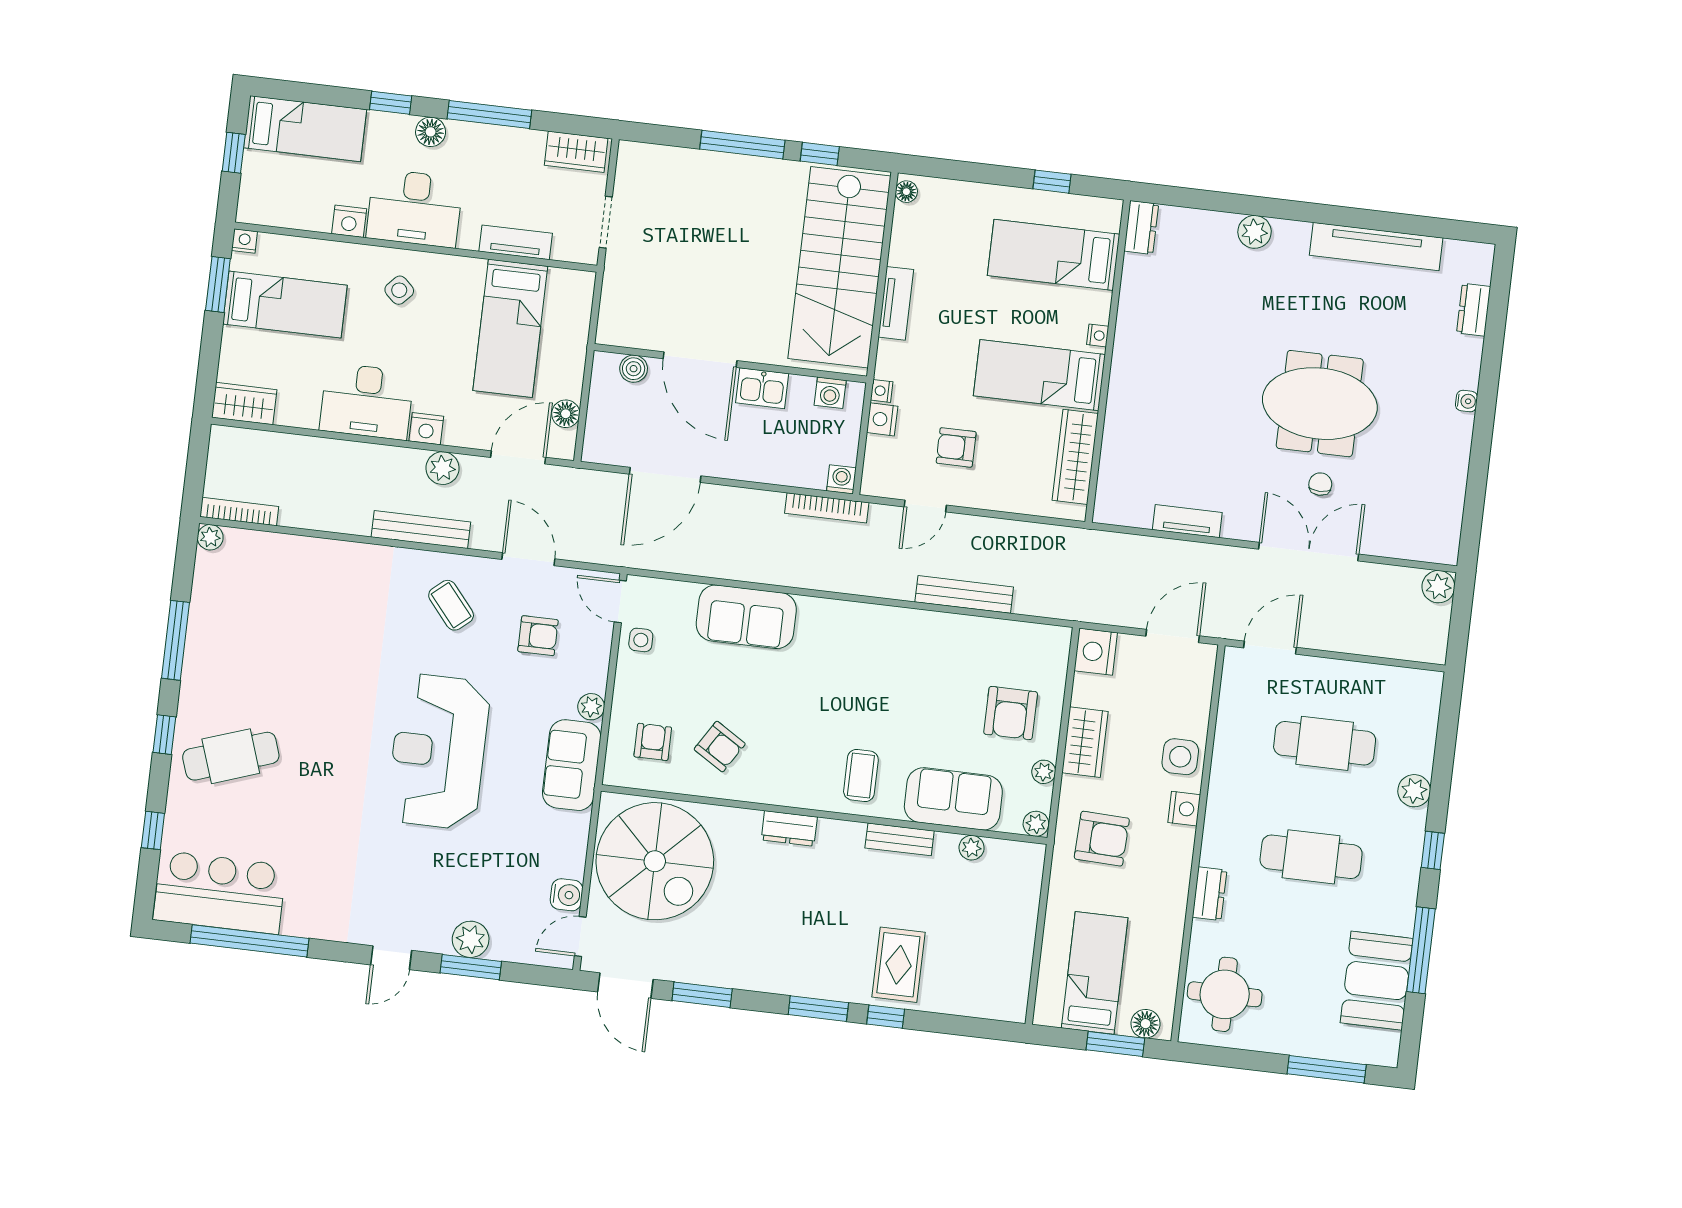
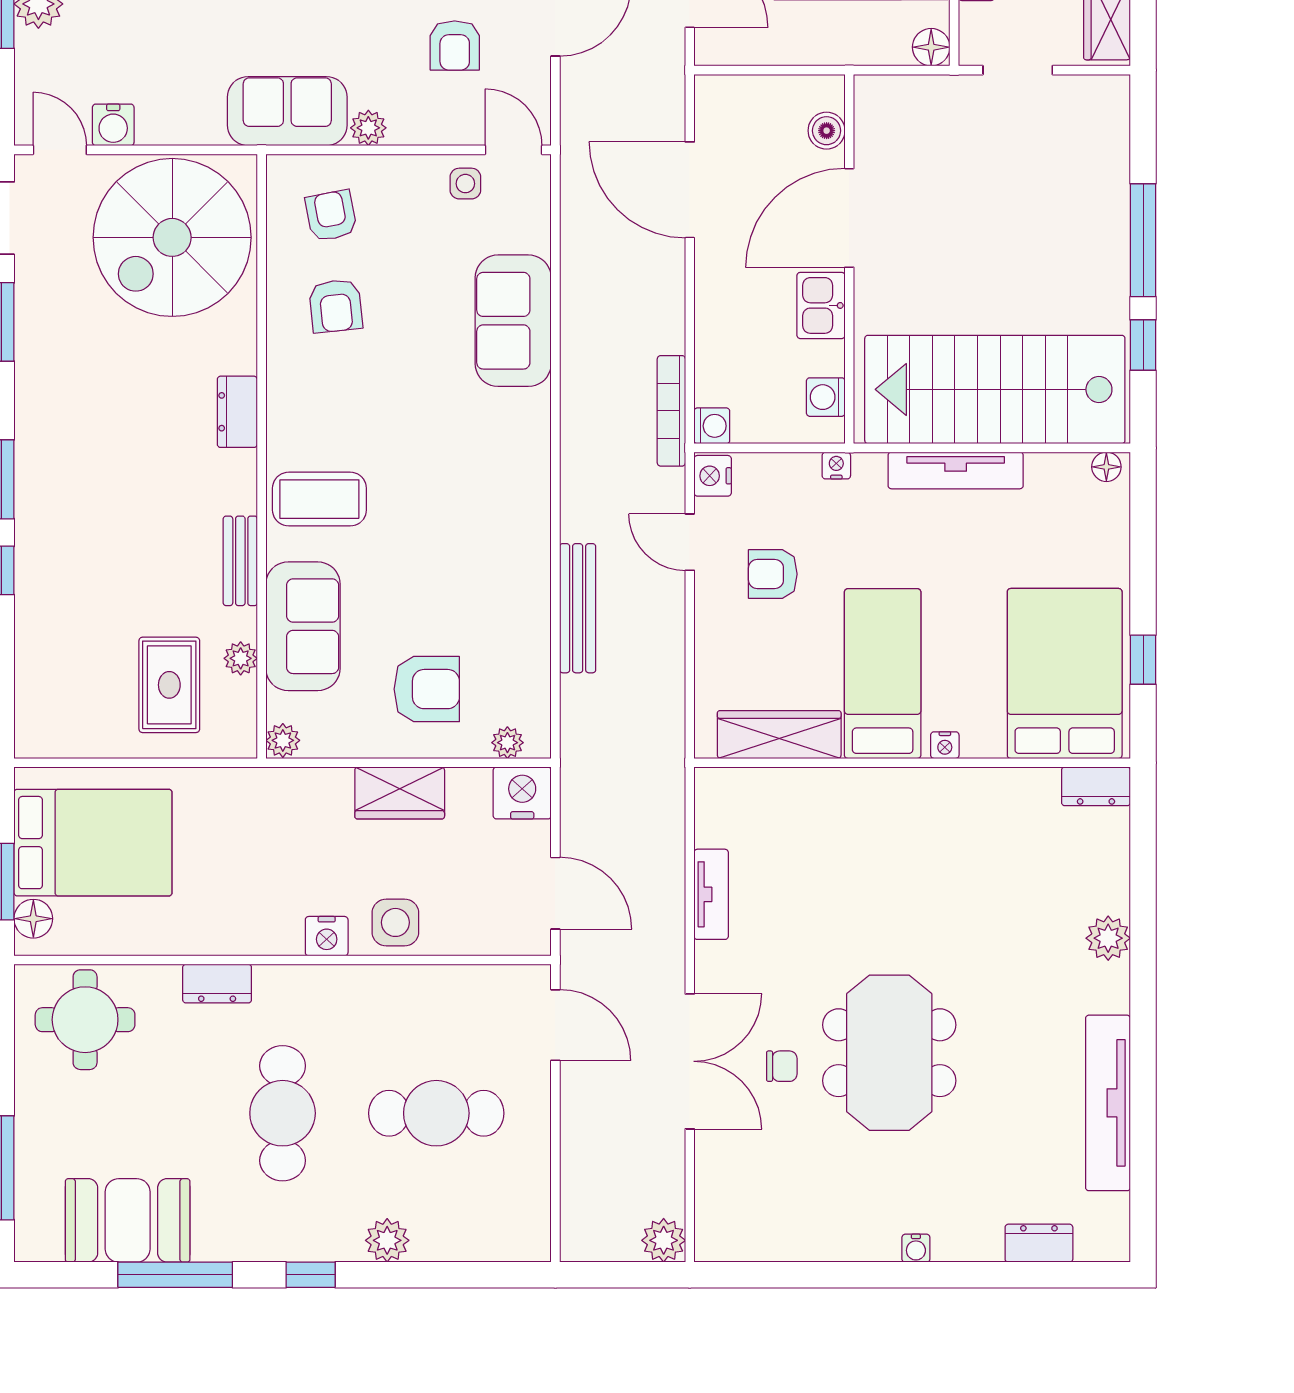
bed: (1054, 255) -> (1065, 674), width x1.50
tv unit: (896, 303) -> (956, 470), width x1.41
floor lamp: (566, 414) -> (931, 47), moved
nightstand: (882, 419) -> (713, 476), moved, turned -90
armchair: (956, 447) -> (773, 574), turned -90
door: (620, 601) -> (514, 150), hinge flipped
armchair: (1011, 713) -> (427, 689), turned 180
armchair: (653, 742) -> (331, 216), turned -101
cafe table: (1325, 743) -> (436, 1113), turned 90
armchair: (720, 747) -> (336, 306), turned -38
plant: (1044, 772) -> (507, 743), moved
coffee table: (861, 775) -> (319, 499), width x1.36, depth x1.30
armchair: (1102, 839) -> (273, 831), removed
rug: (898, 965) -> (169, 685), moved, turned 90
bed: (1095, 973) -> (93, 843), width x1.50

